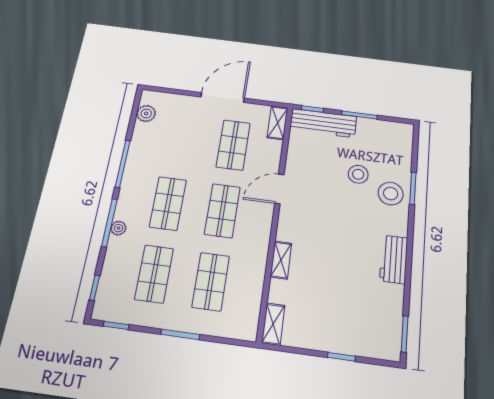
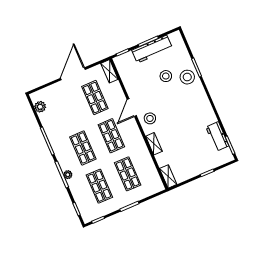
workbench: (323, 123) -> (152, 49), moved
stool: (298, 219) -> (150, 118), added
workbench: (394, 259) -> (217, 136), moved

